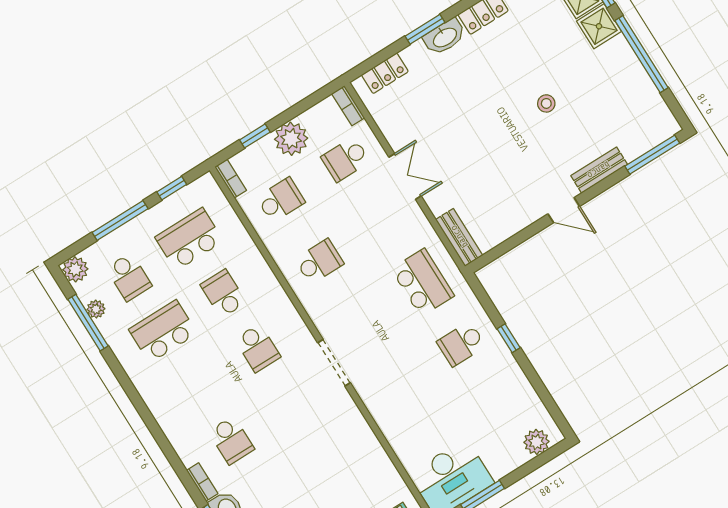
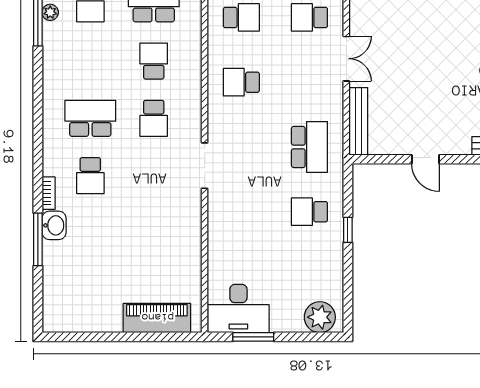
door: (564, 210) -> (425, 159), moved
bench: (459, 237) -> (358, 121), width x1.36
school desk: (319, 261) -> (241, 82), turned 180
school desk: (163, 331) -> (90, 118), moved
plant: (536, 442) -> (320, 317), width x1.36, depth x1.36

